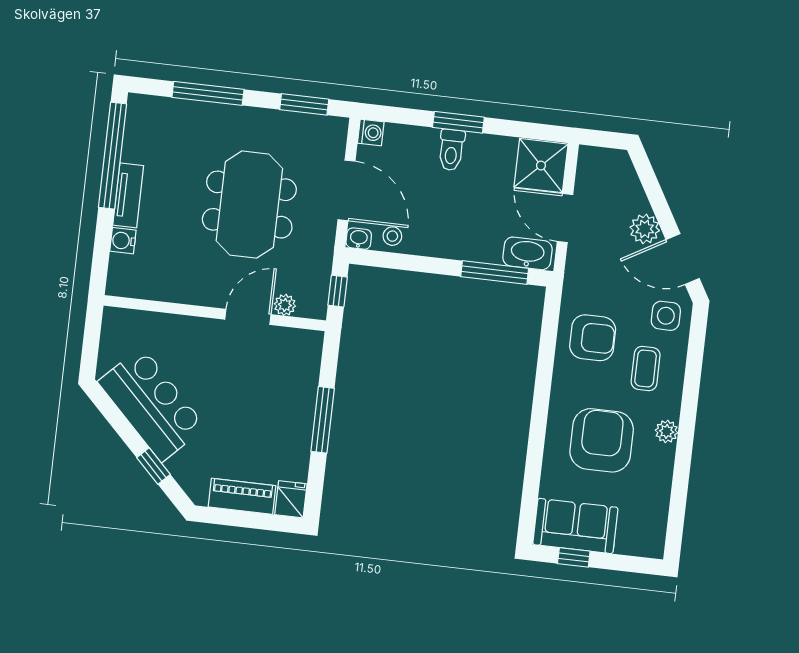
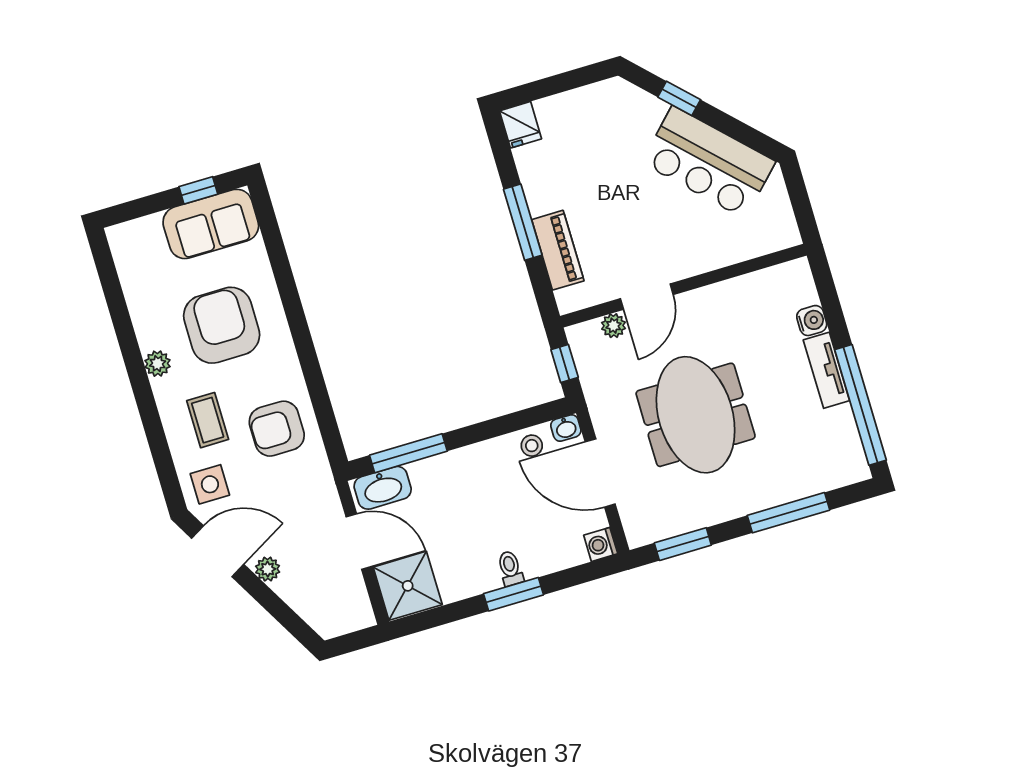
toilet: (451, 150) -> (510, 568), width x0.73, depth x0.72
plant: (645, 229) -> (268, 569), width x0.73, depth x0.73
armchair: (602, 440) -> (222, 325), turned 180
piano: (242, 496) -> (558, 250), moved, turned -90

